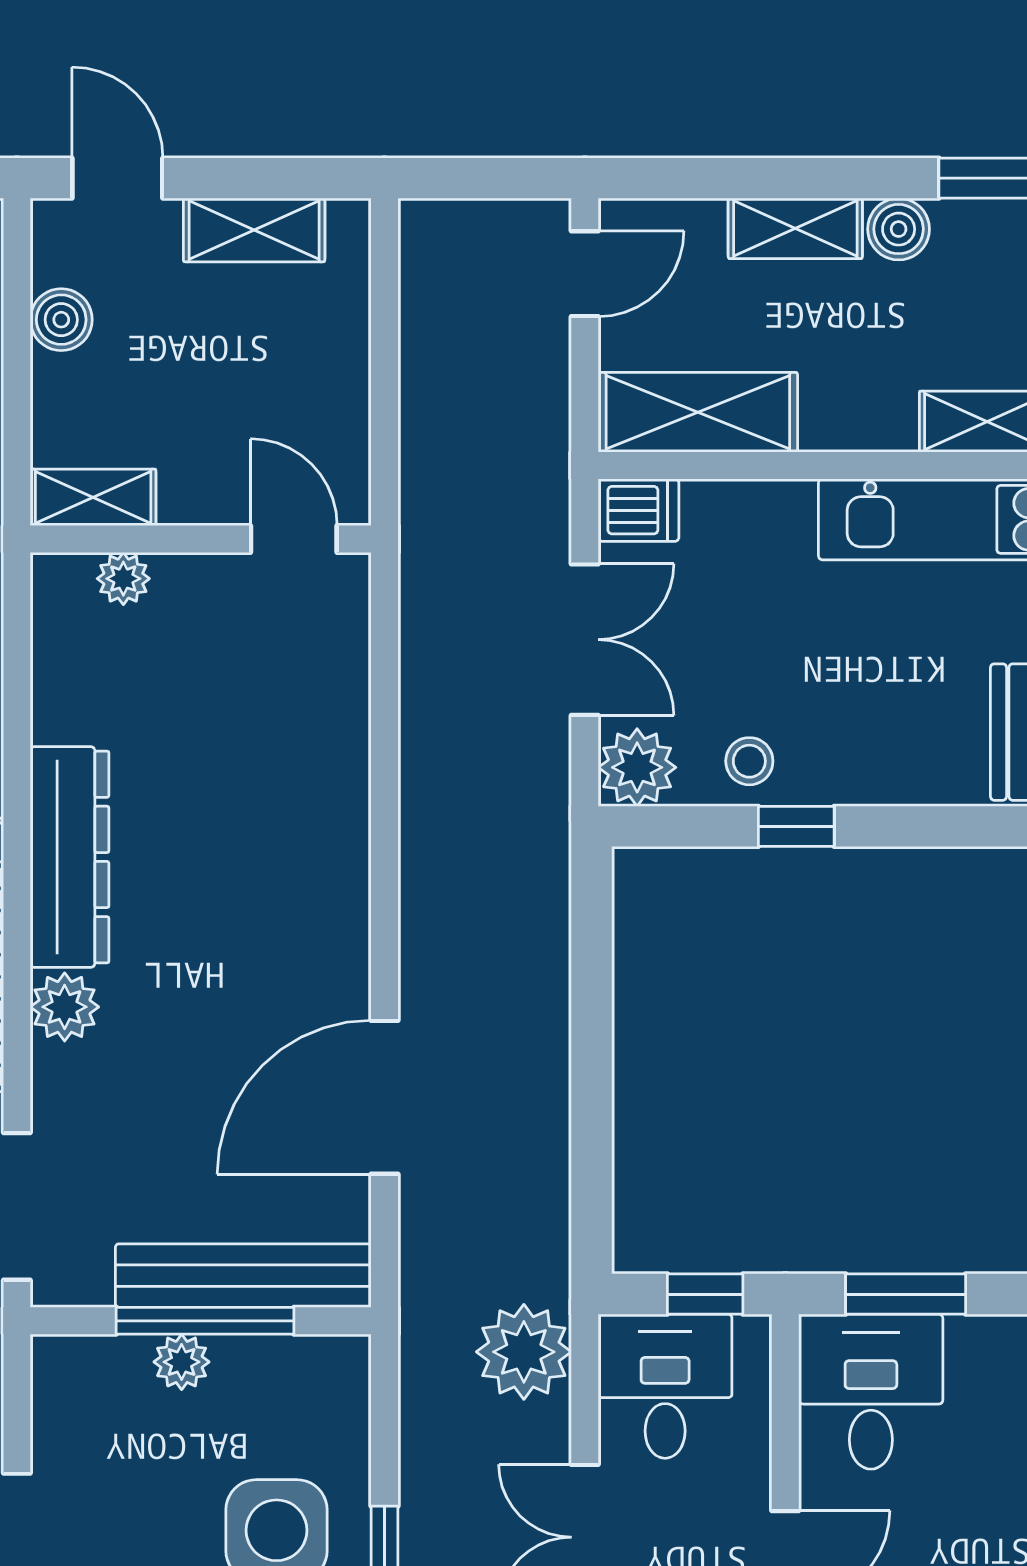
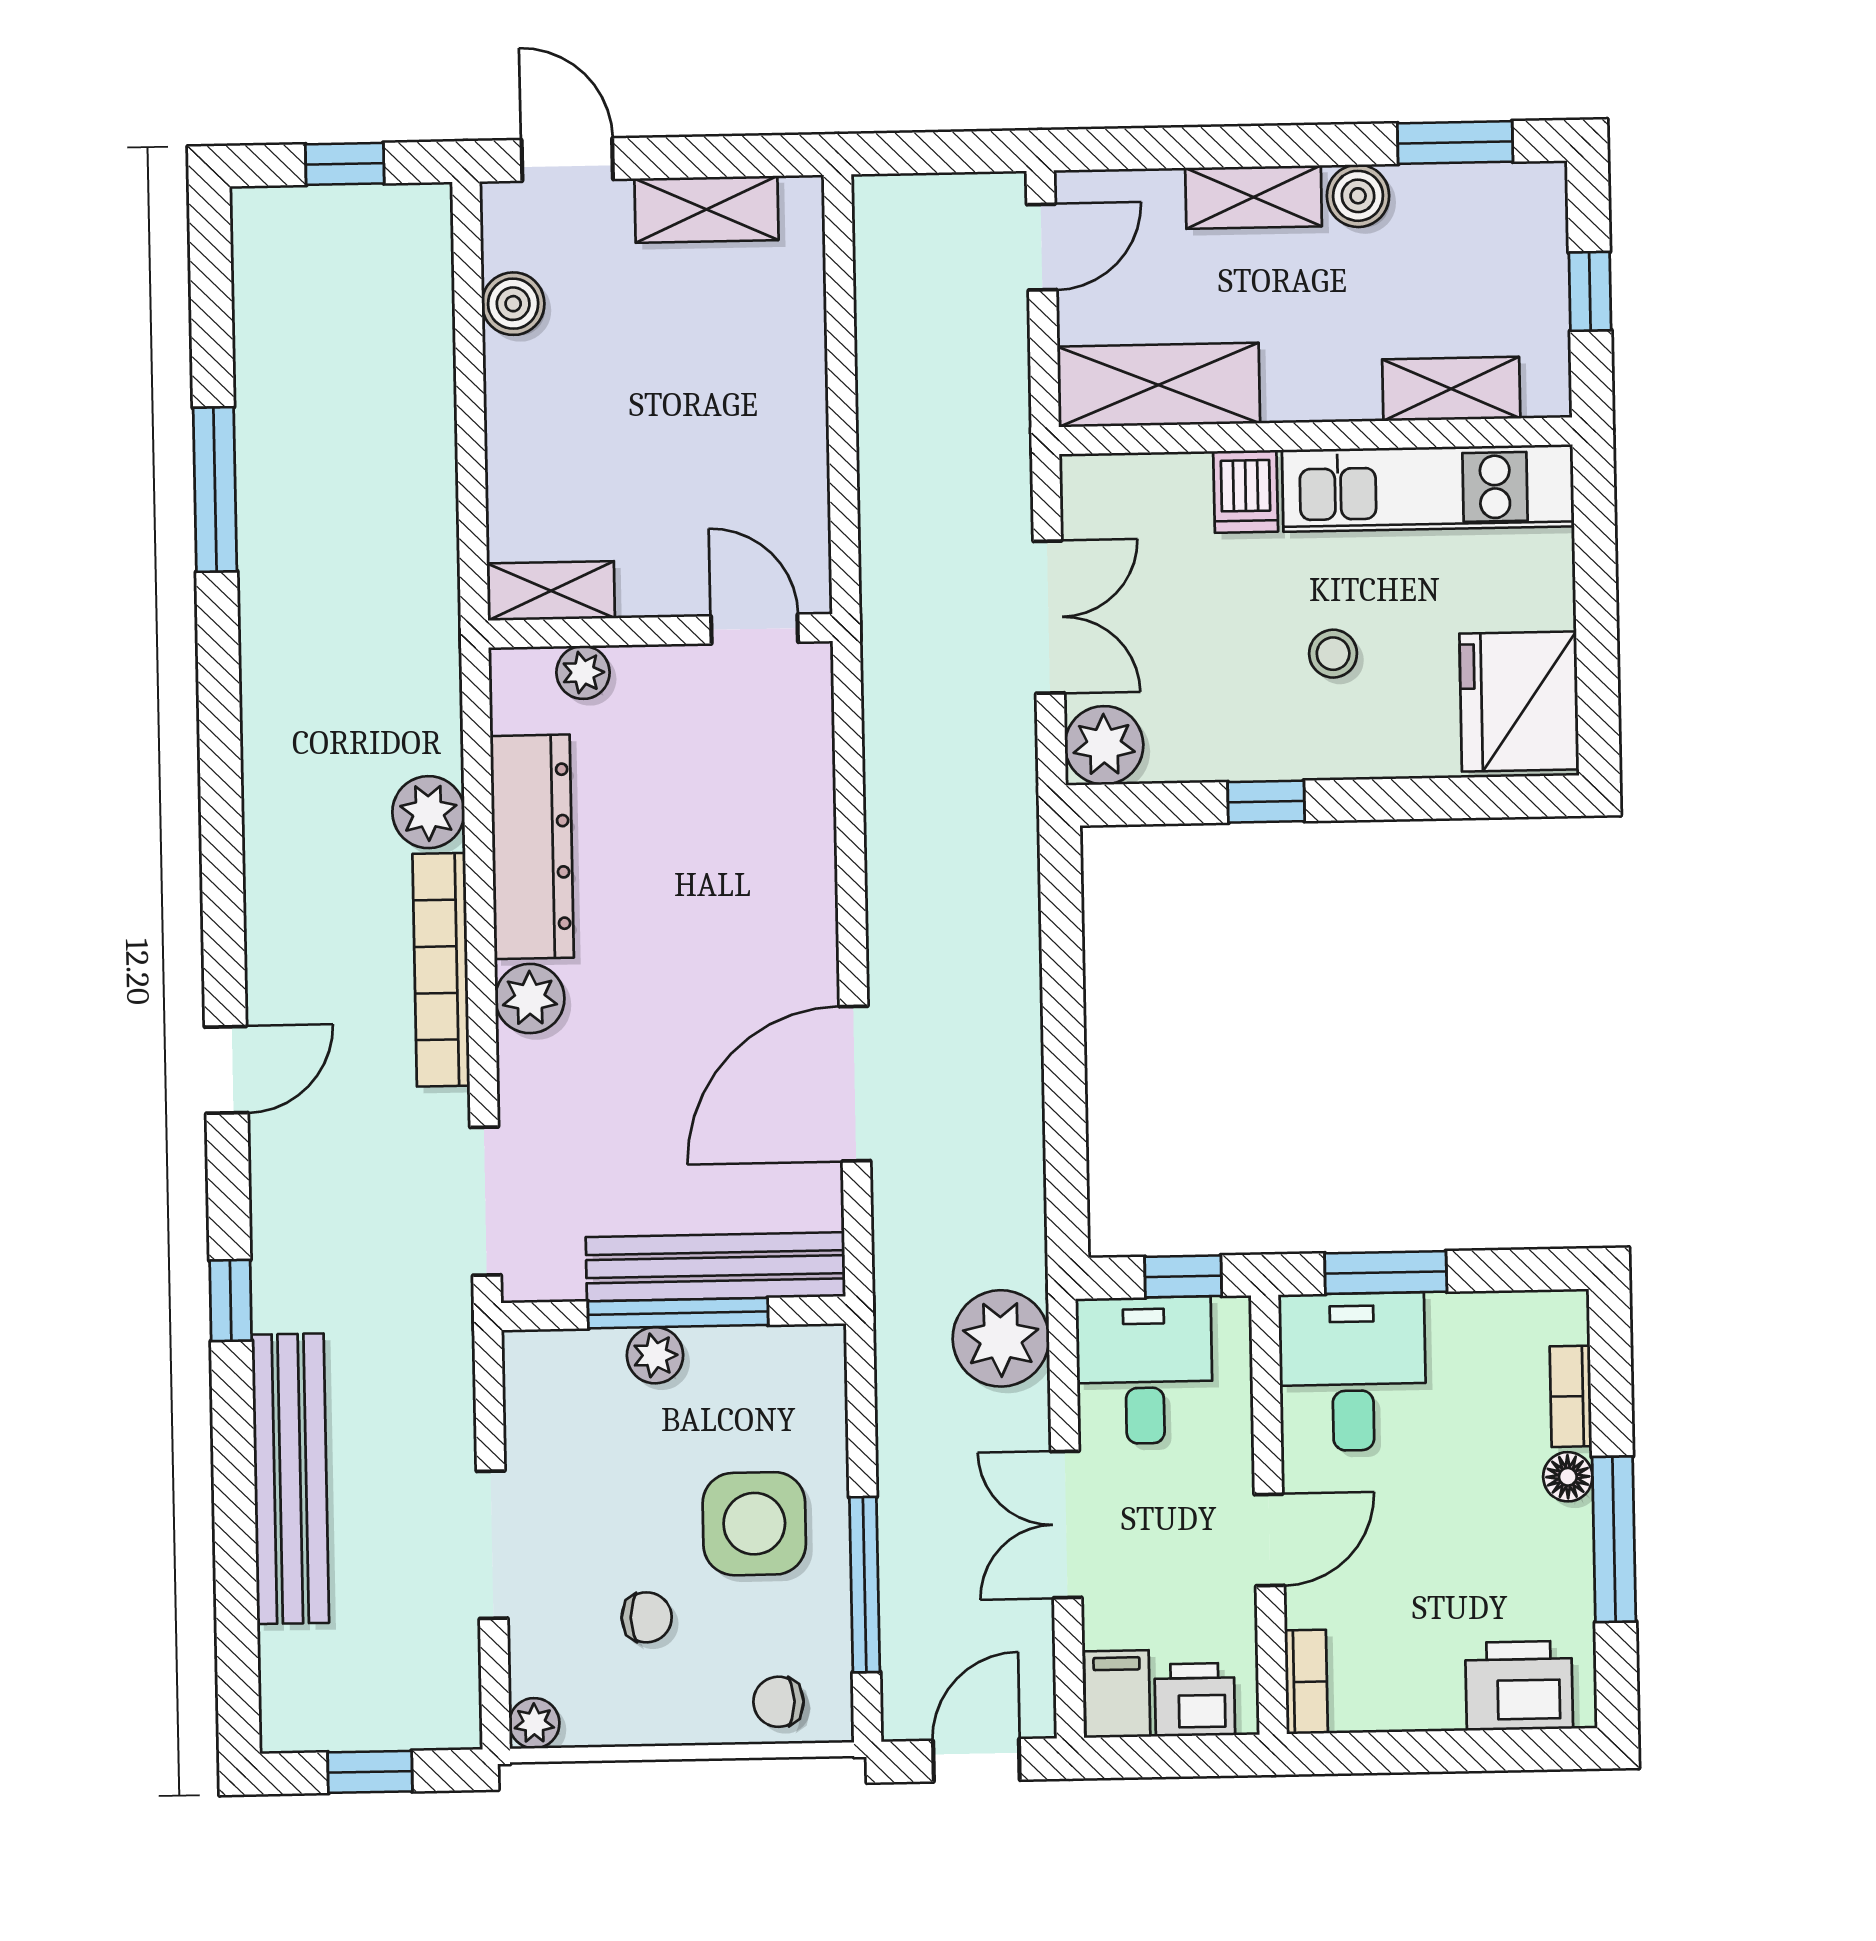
shelving: (93, 497) -> (551, 591), moved
dishwasher: (639, 510) -> (1246, 491), moved, turned 90
wall: (201, 539) -> (660, 631), moved
door: (294, 539) -> (755, 629), moved
plant: (123, 579) -> (583, 672), moved
stool: (749, 761) -> (1333, 654), moved

